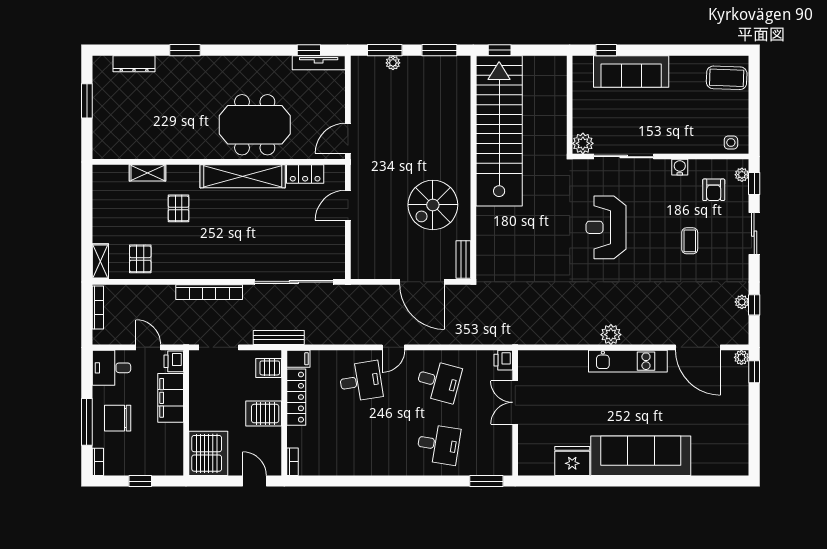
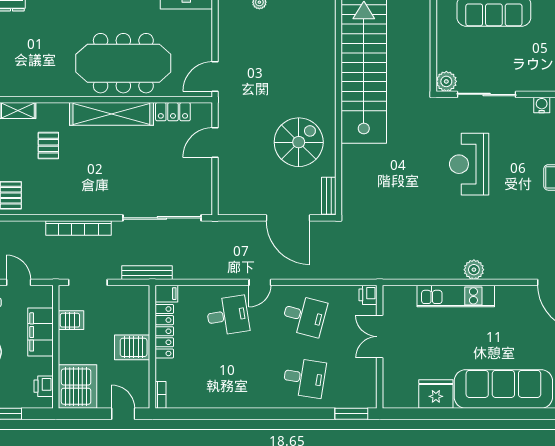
meeting table: (255, 125) -> (123, 63), width x1.36
spiral stairs: (433, 205) -> (299, 142), turned 180
printer: (174, 361) -> (44, 386), moved
kitchen unit: (628, 361) -> (456, 296), moved
server rack: (269, 368) -> (71, 320), moved, turned 180

